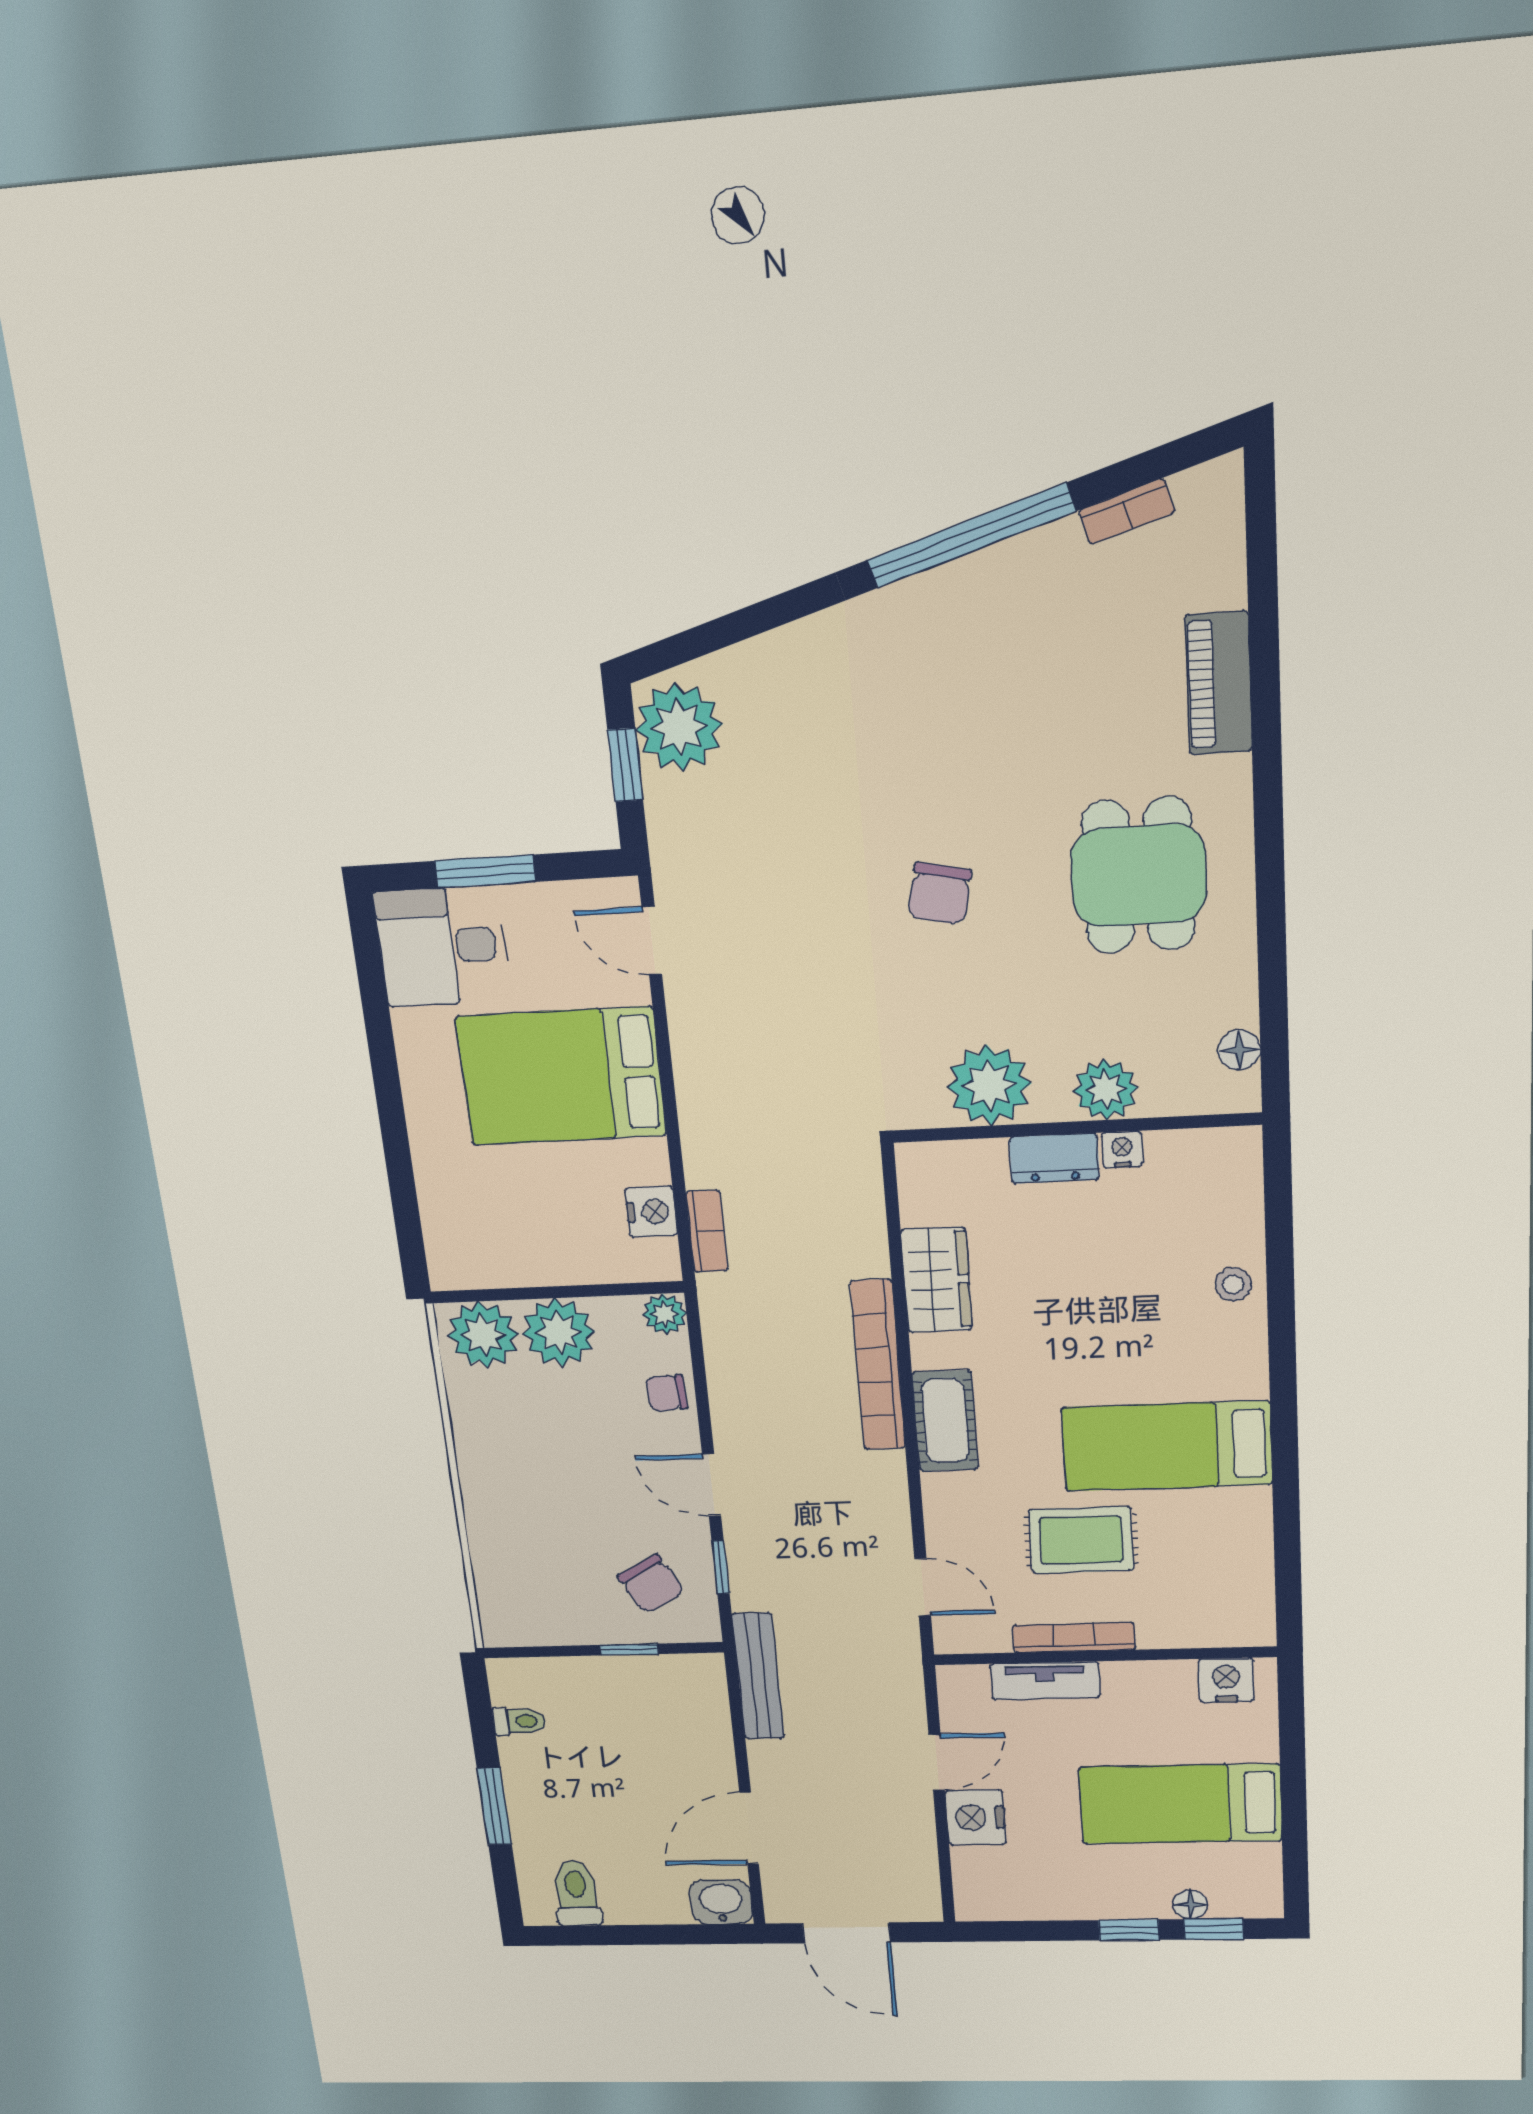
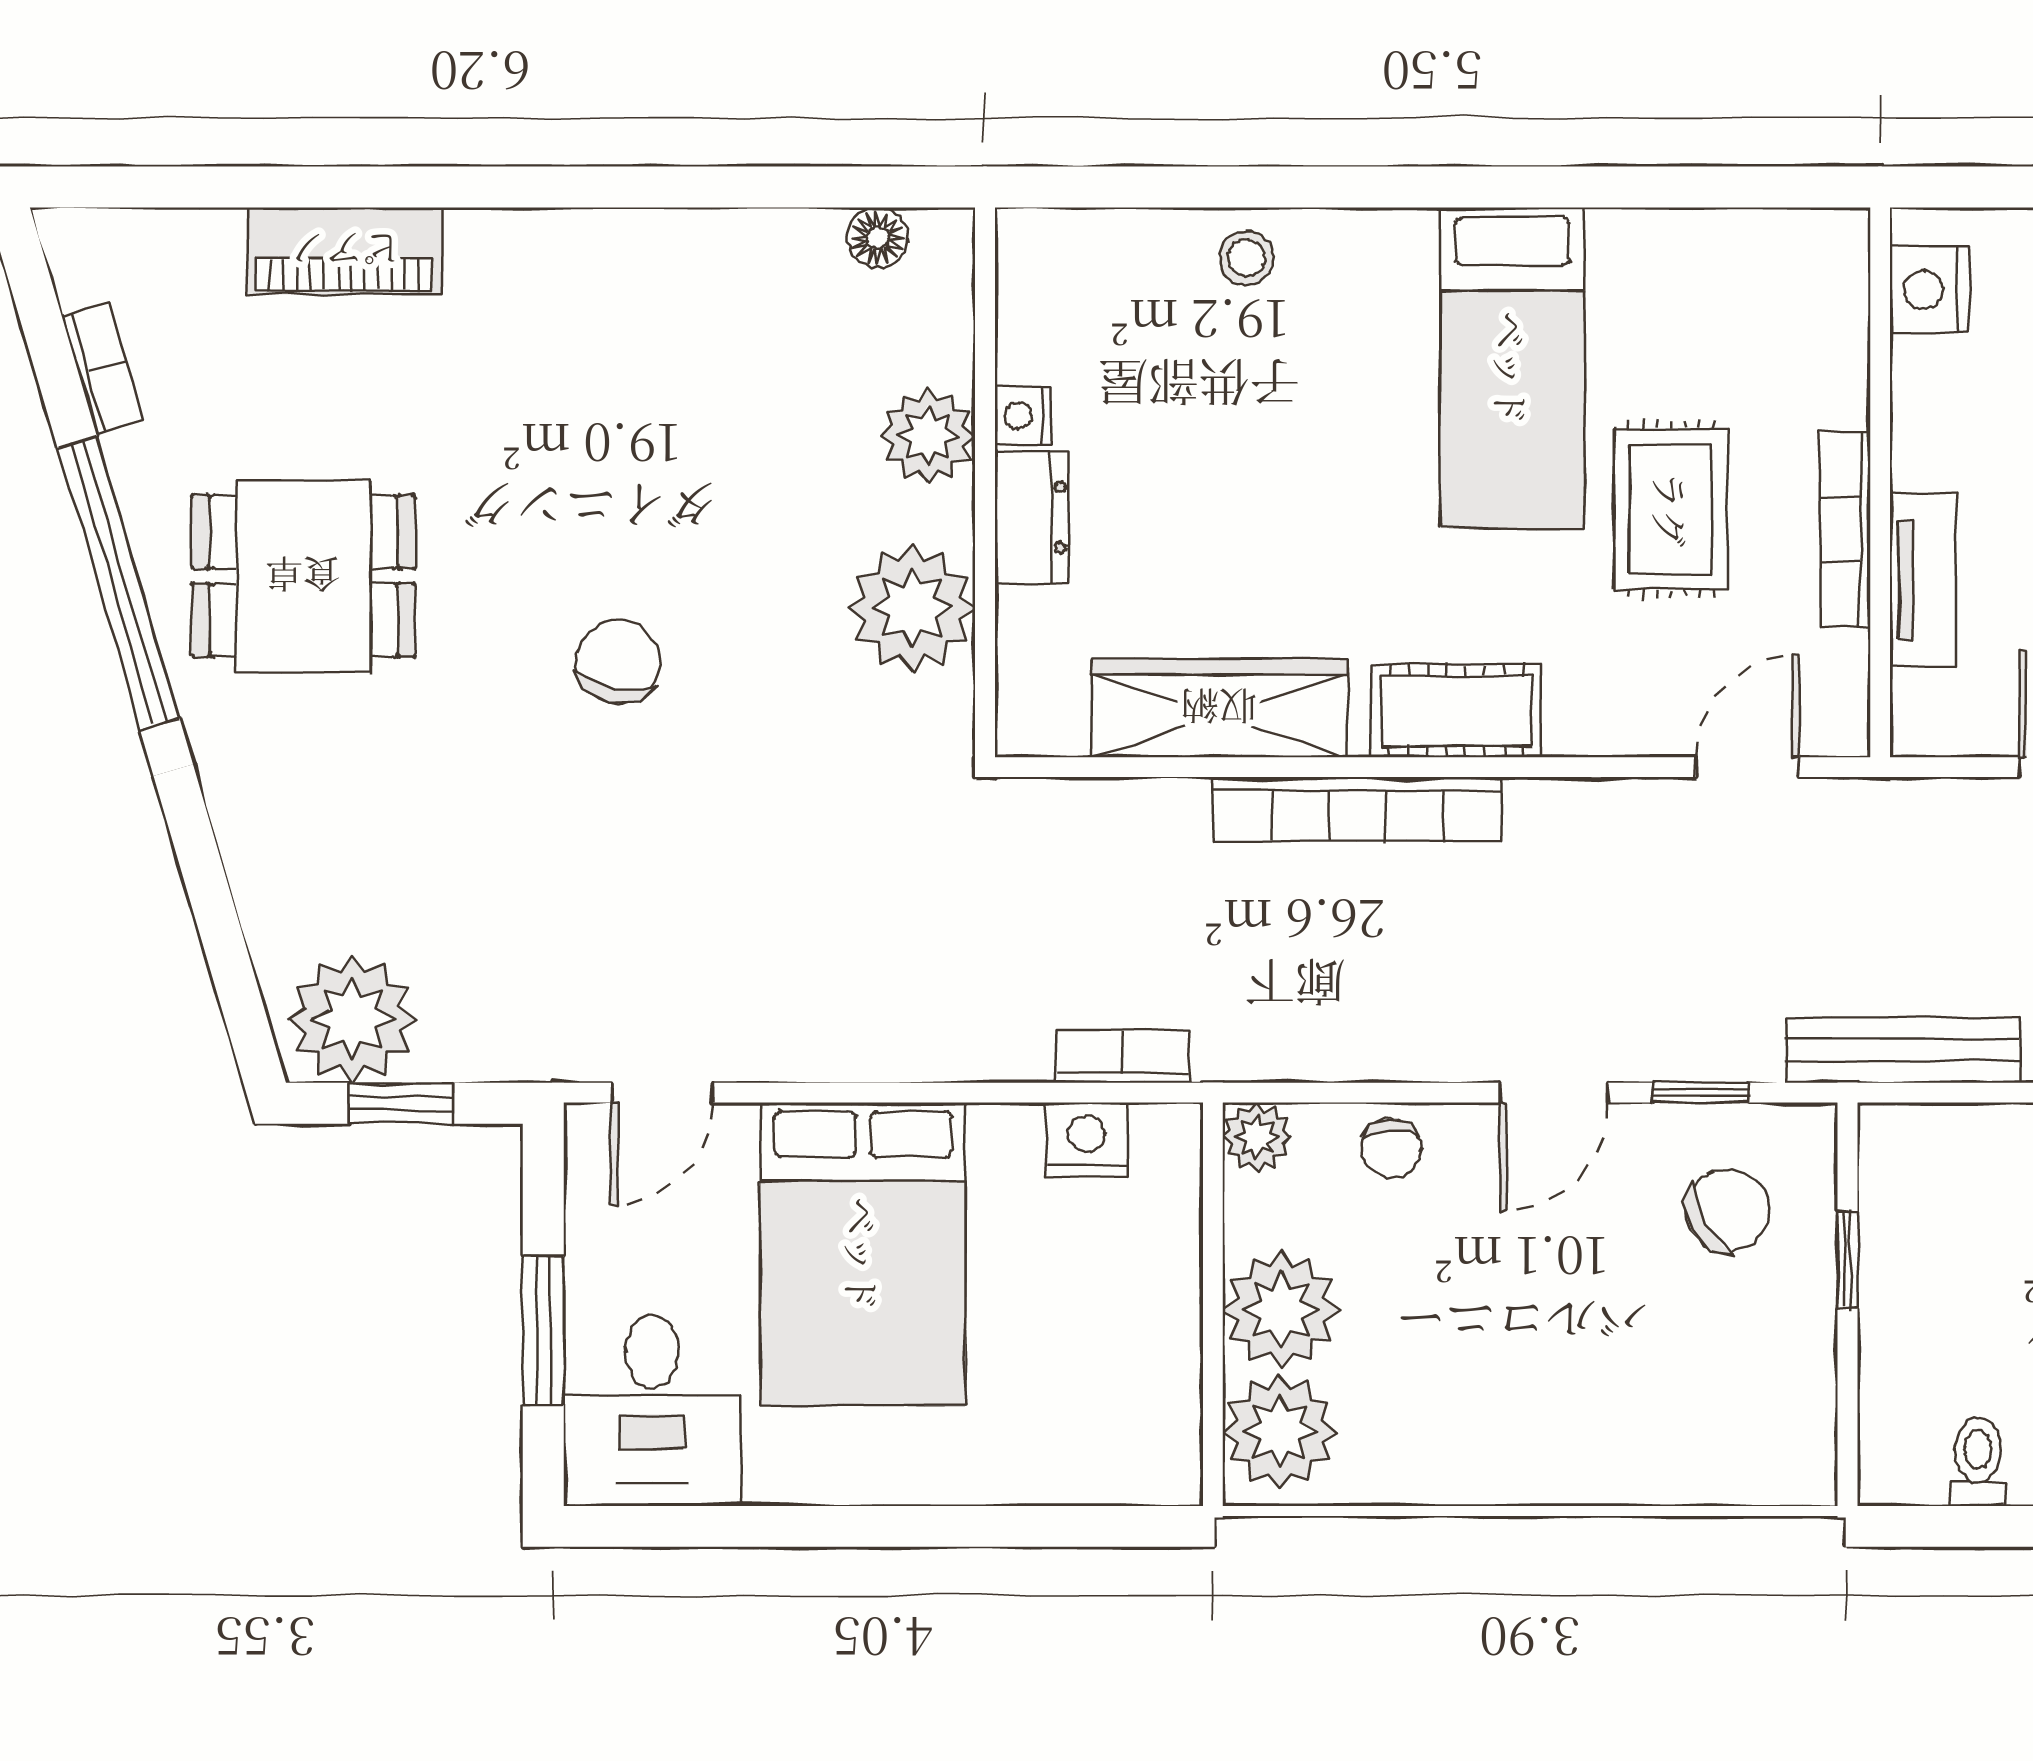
dining table: (1138, 875) -> (303, 576), moved
chair: (940, 894) -> (618, 662), turned -91
wardrobe: (937, 1280) -> (1219, 708), width x1.50

